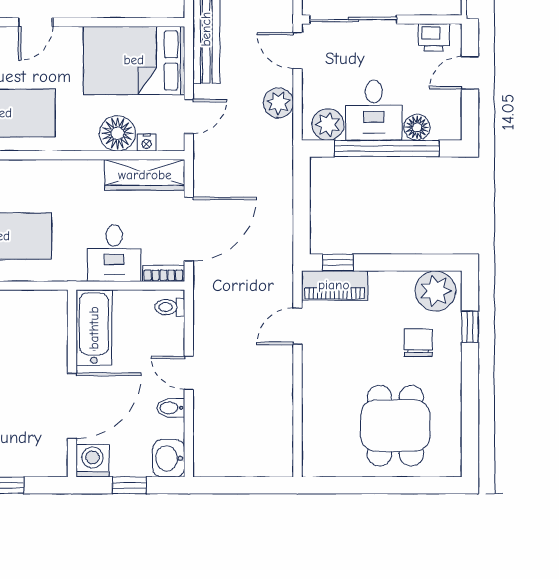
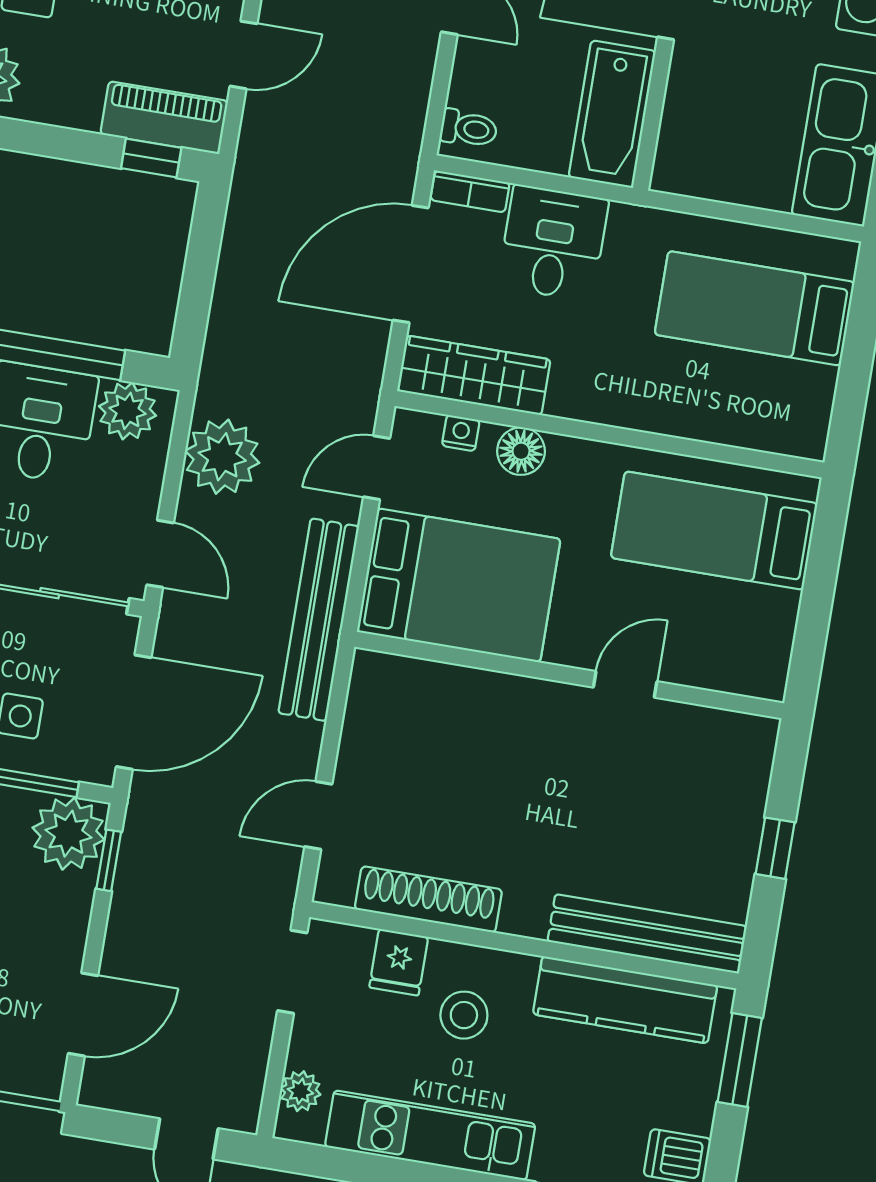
plant: (278, 103) -> (222, 457), width x1.36, depth x1.36
floor lamp: (117, 133) -> (521, 451), width x0.73, depth x0.73

